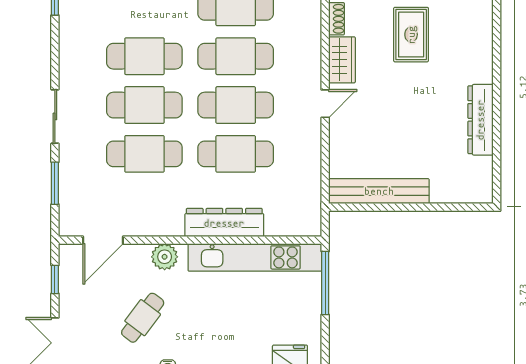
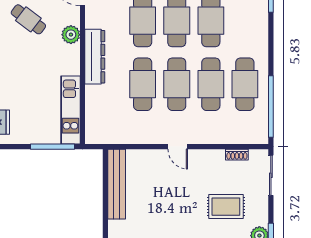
wardrobe: (342, 60) -> (208, 158), removed
dresser: (224, 223) -> (95, 57), moved
kitchen unit: (255, 257) -> (70, 110), width x0.73

